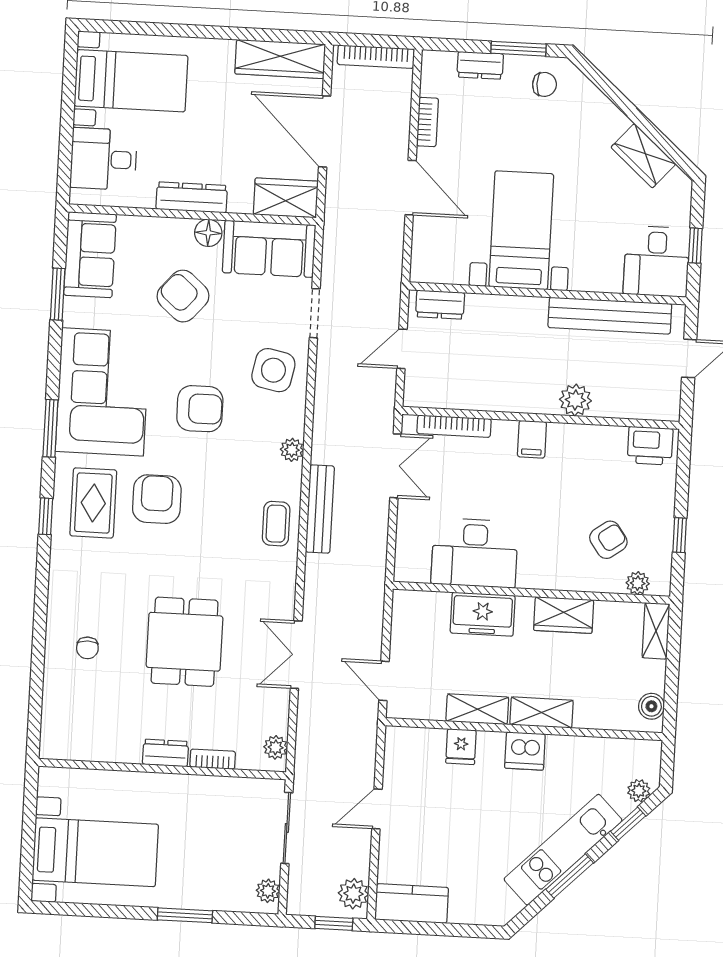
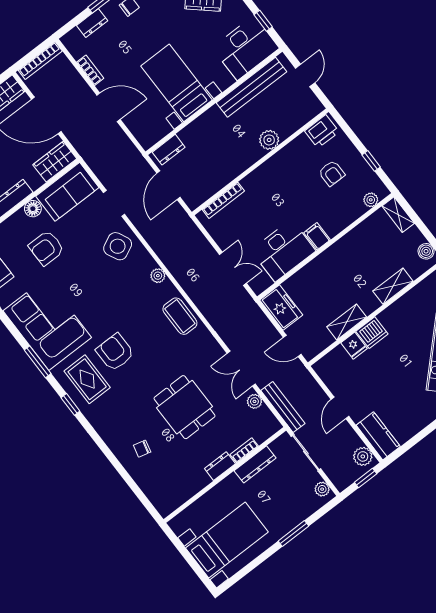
desk: (657, 261) -> (246, 48), width x1.37
armchair: (183, 296) -> (46, 248), turned -41
door: (402, 349) -> (169, 185), width x1.38
side table: (273, 370) -> (118, 246), turned -37
armchair: (200, 409) -> (99, 293), removed
filing cabinet: (532, 439) -> (317, 236), moved, turned 180
double door: (396, 466) -> (233, 269), moved
bench: (320, 509) -> (283, 407), moved
coffee table: (276, 524) -> (180, 316), width x1.36, depth x1.30
armchair: (608, 540) -> (332, 173), moved, turned 126
freezer: (483, 614) -> (281, 308), moved, turned -90
wardrobe: (564, 615) -> (349, 244), removed
chair: (87, 648) -> (142, 449), turned 104
shelving: (541, 712) -> (393, 286), moved
plant: (276, 747) -> (254, 401), moved
dishwasher: (525, 751) -> (372, 333), moved
dresser: (211, 788) -> (255, 464), added
kitchen counter: (412, 904) -> (378, 436), moved, turned 90

